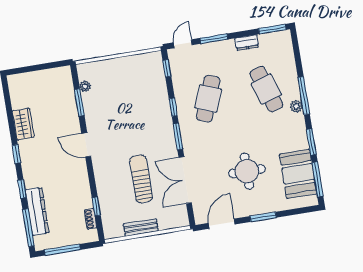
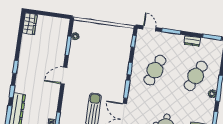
door: (183, 44) -> (149, 28), hinge flipped
cafe table: (266, 89) -> (196, 76), turned 42
wardrobe: (23, 124) -> (30, 24), moved
door: (86, 145) -> (64, 76), hinge flipped

